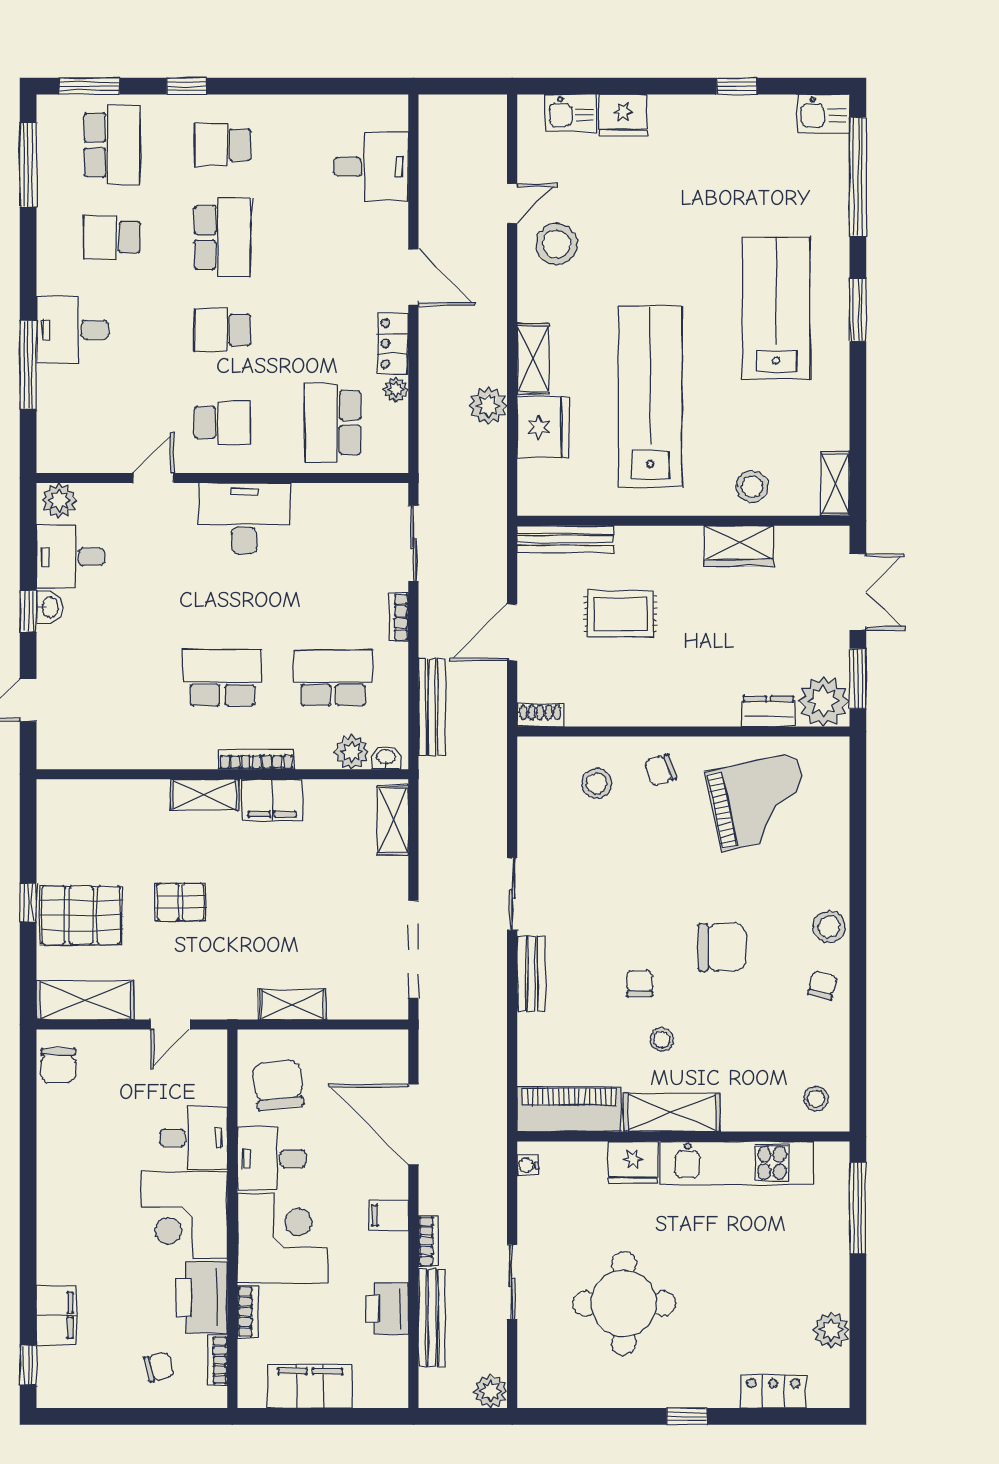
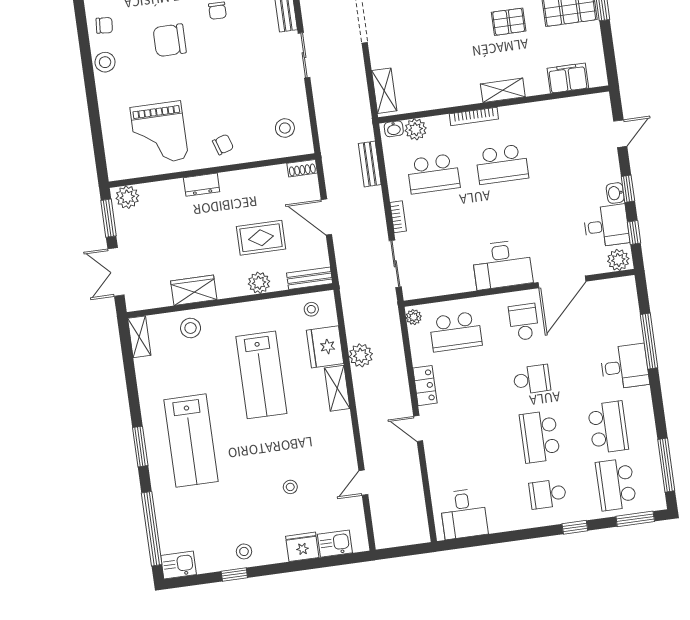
stool: (717, 121) -> (244, 551), added
school desk: (222, 145) -> (548, 494), turned 180
desk: (371, 167) -> (464, 514), moved, turned -90
school desk: (112, 237) -> (608, 427), width x1.85
stool: (557, 244) -> (290, 487), moved, width x0.53, depth x0.53
door: (413, 277) -> (418, 428), width x0.73
plant: (396, 389) -> (414, 317), moved
lab bench: (650, 397) -> (261, 375), width x0.73
school desk: (222, 423) -> (524, 322), turned 90
school desk: (333, 423) -> (456, 332), turned 90
door: (153, 478) -> (562, 282), width x1.87
stool: (557, 490) -> (311, 309), added
bench: (565, 539) -> (310, 278), width x0.73
window: (28, 540) -> (634, 233), added
plant: (634, 543) -> (259, 283), added
door: (512, 632) -> (326, 217), swing flipped
plant: (823, 701) -> (127, 197), width x0.73, depth x0.73
bench: (432, 707) -> (370, 164), width x0.73
dresser: (768, 711) -> (202, 185), moved
stool: (596, 783) -> (285, 128), moved
filing cabinet: (272, 800) -> (568, 78), moved
grand piano: (759, 802) -> (159, 133), turned -78
chair: (822, 985) -> (104, 25), turned -100

